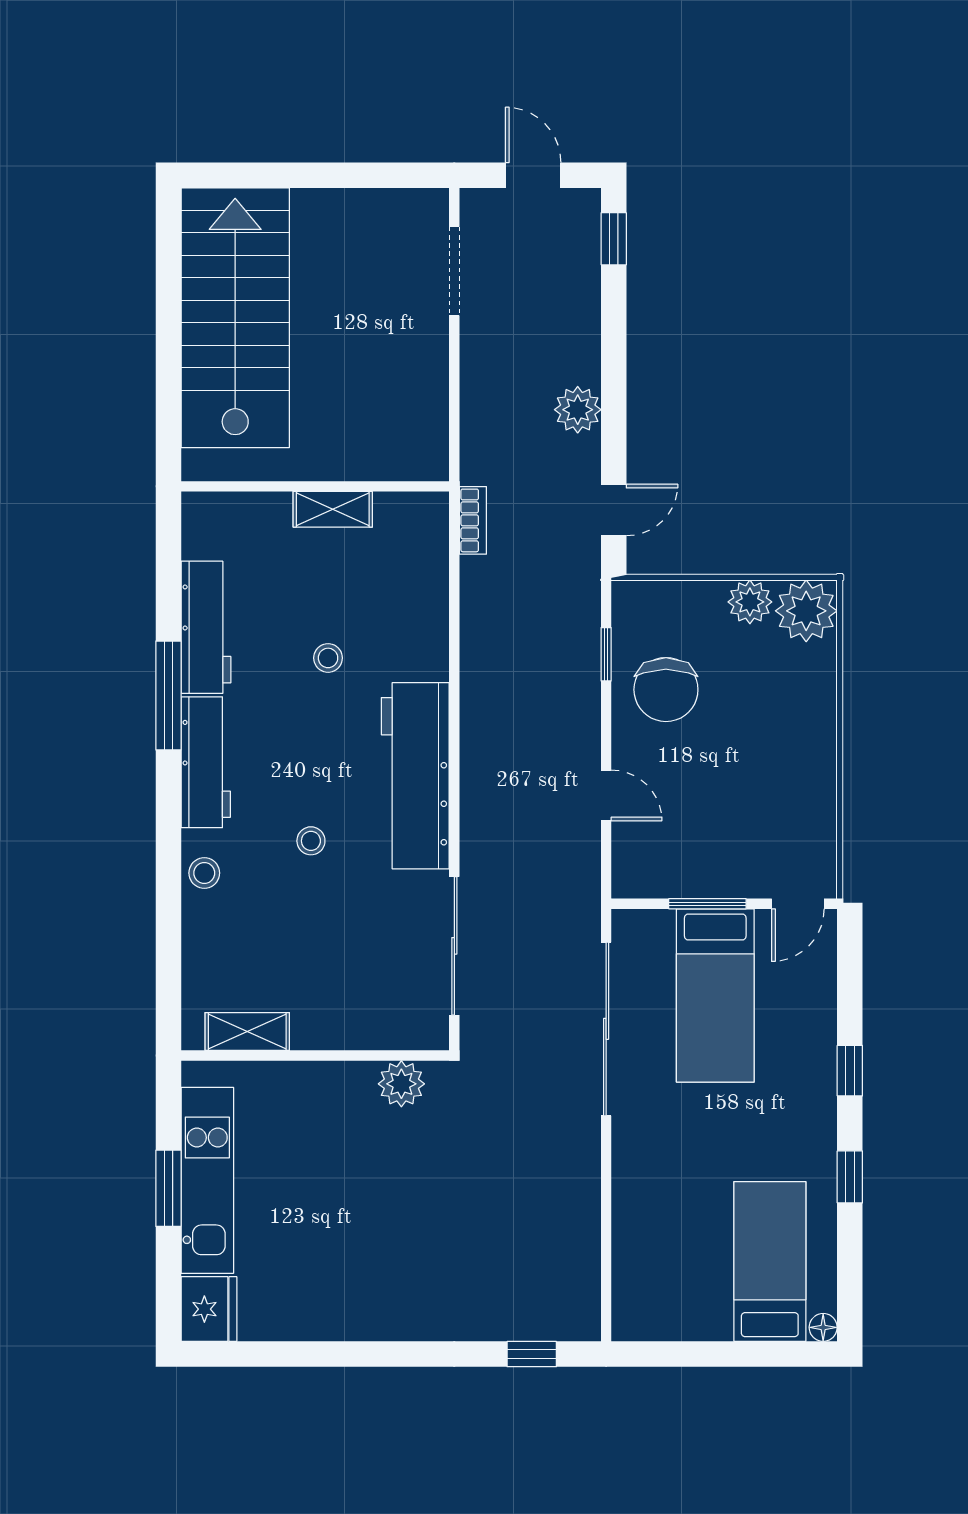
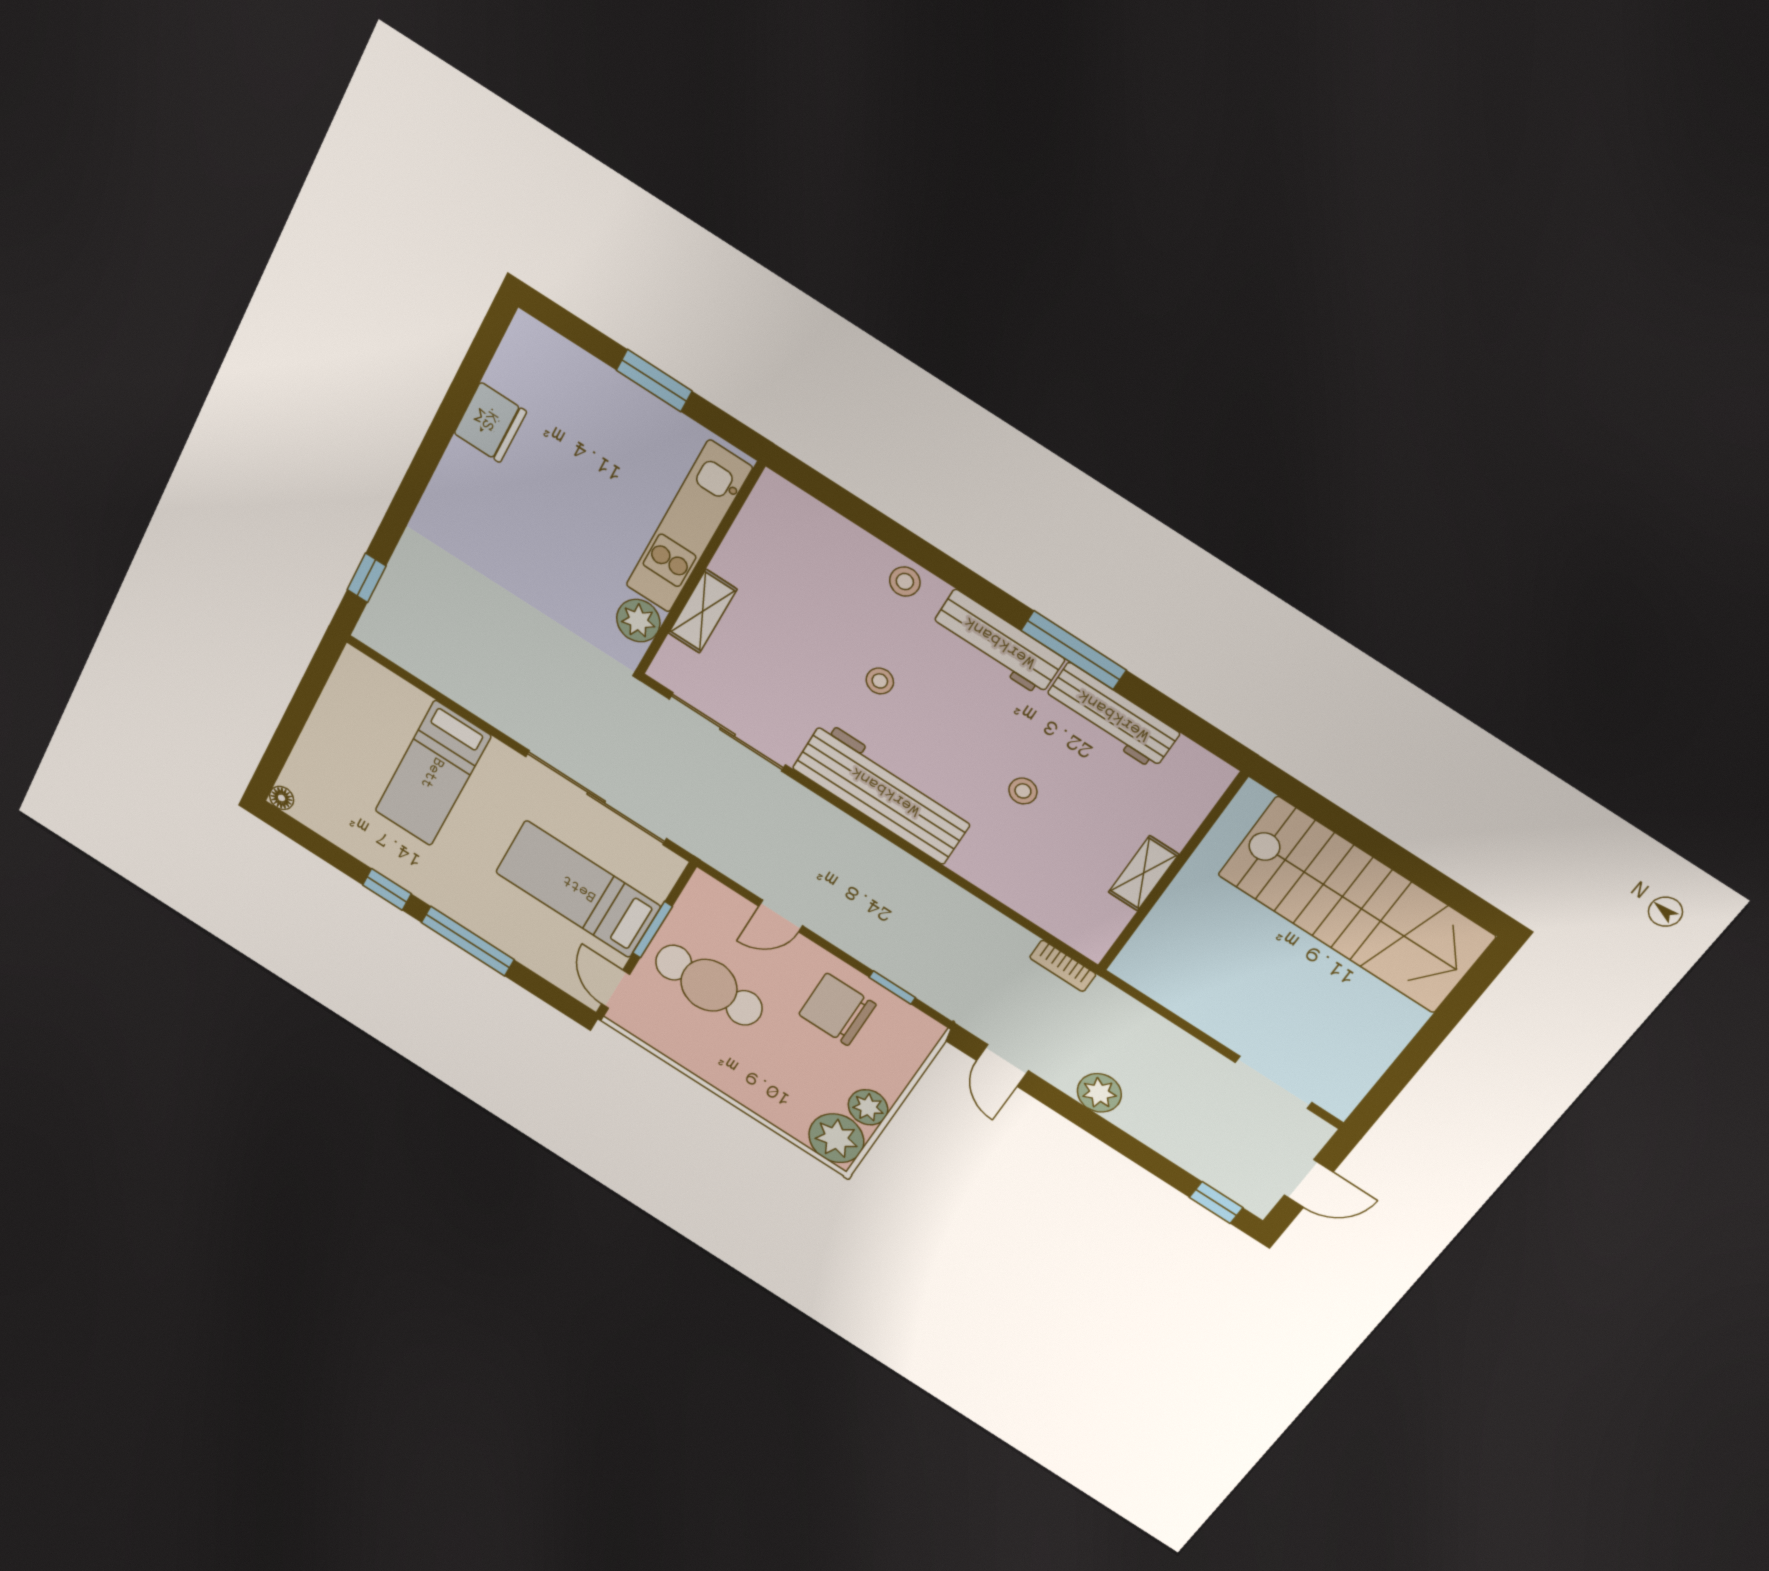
cafe table: (728, 820) -> (709, 985), added
shelving: (247, 1032) -> (703, 611), moved
window: (850, 1071) -> (468, 941), width x2.17
kitchen unit: (207, 1180) -> (689, 527), moved, turned 90
bed: (770, 1262) -> (433, 774), moved, turned 90
fridge: (209, 1309) -> (490, 422), moved, turned -90

